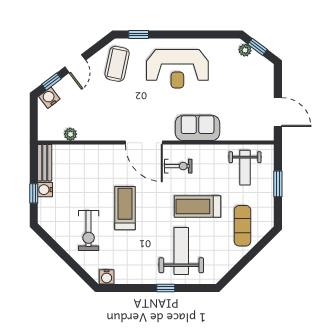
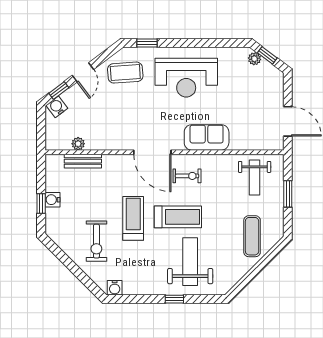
coffee table: (117, 64) -> (125, 73), turned 74
bench: (45, 163) -> (83, 161), moved, turned 90
treadmill: (197, 207) -> (178, 217), moved, turned 180

